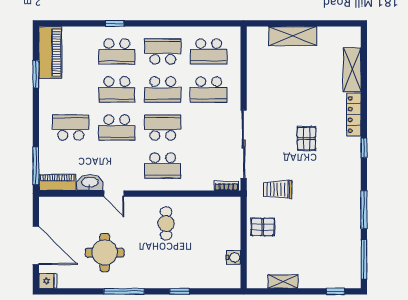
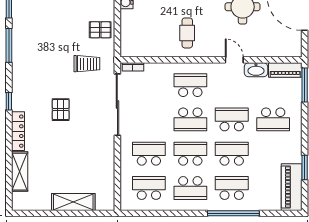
window: (115, 23) -> (233, 213), width x3.17

